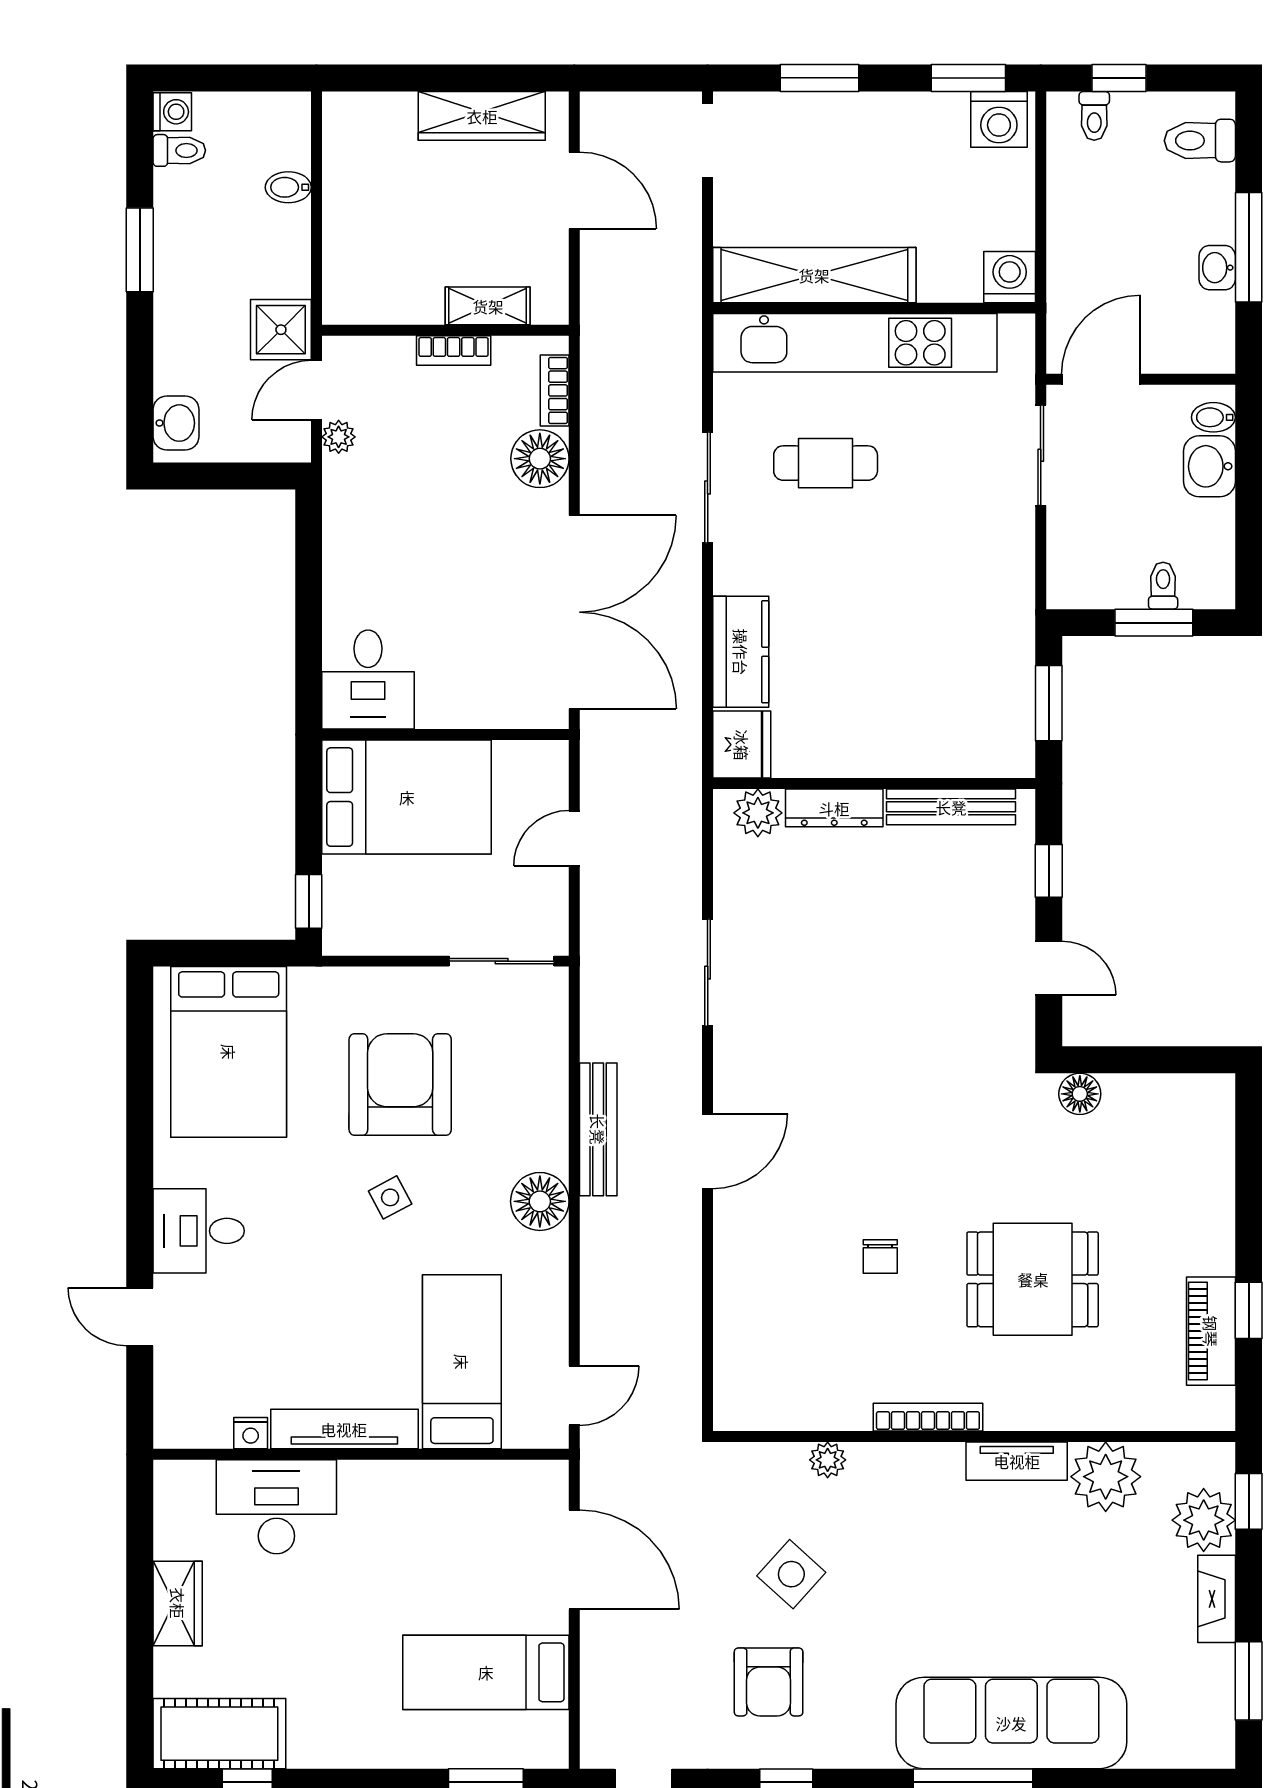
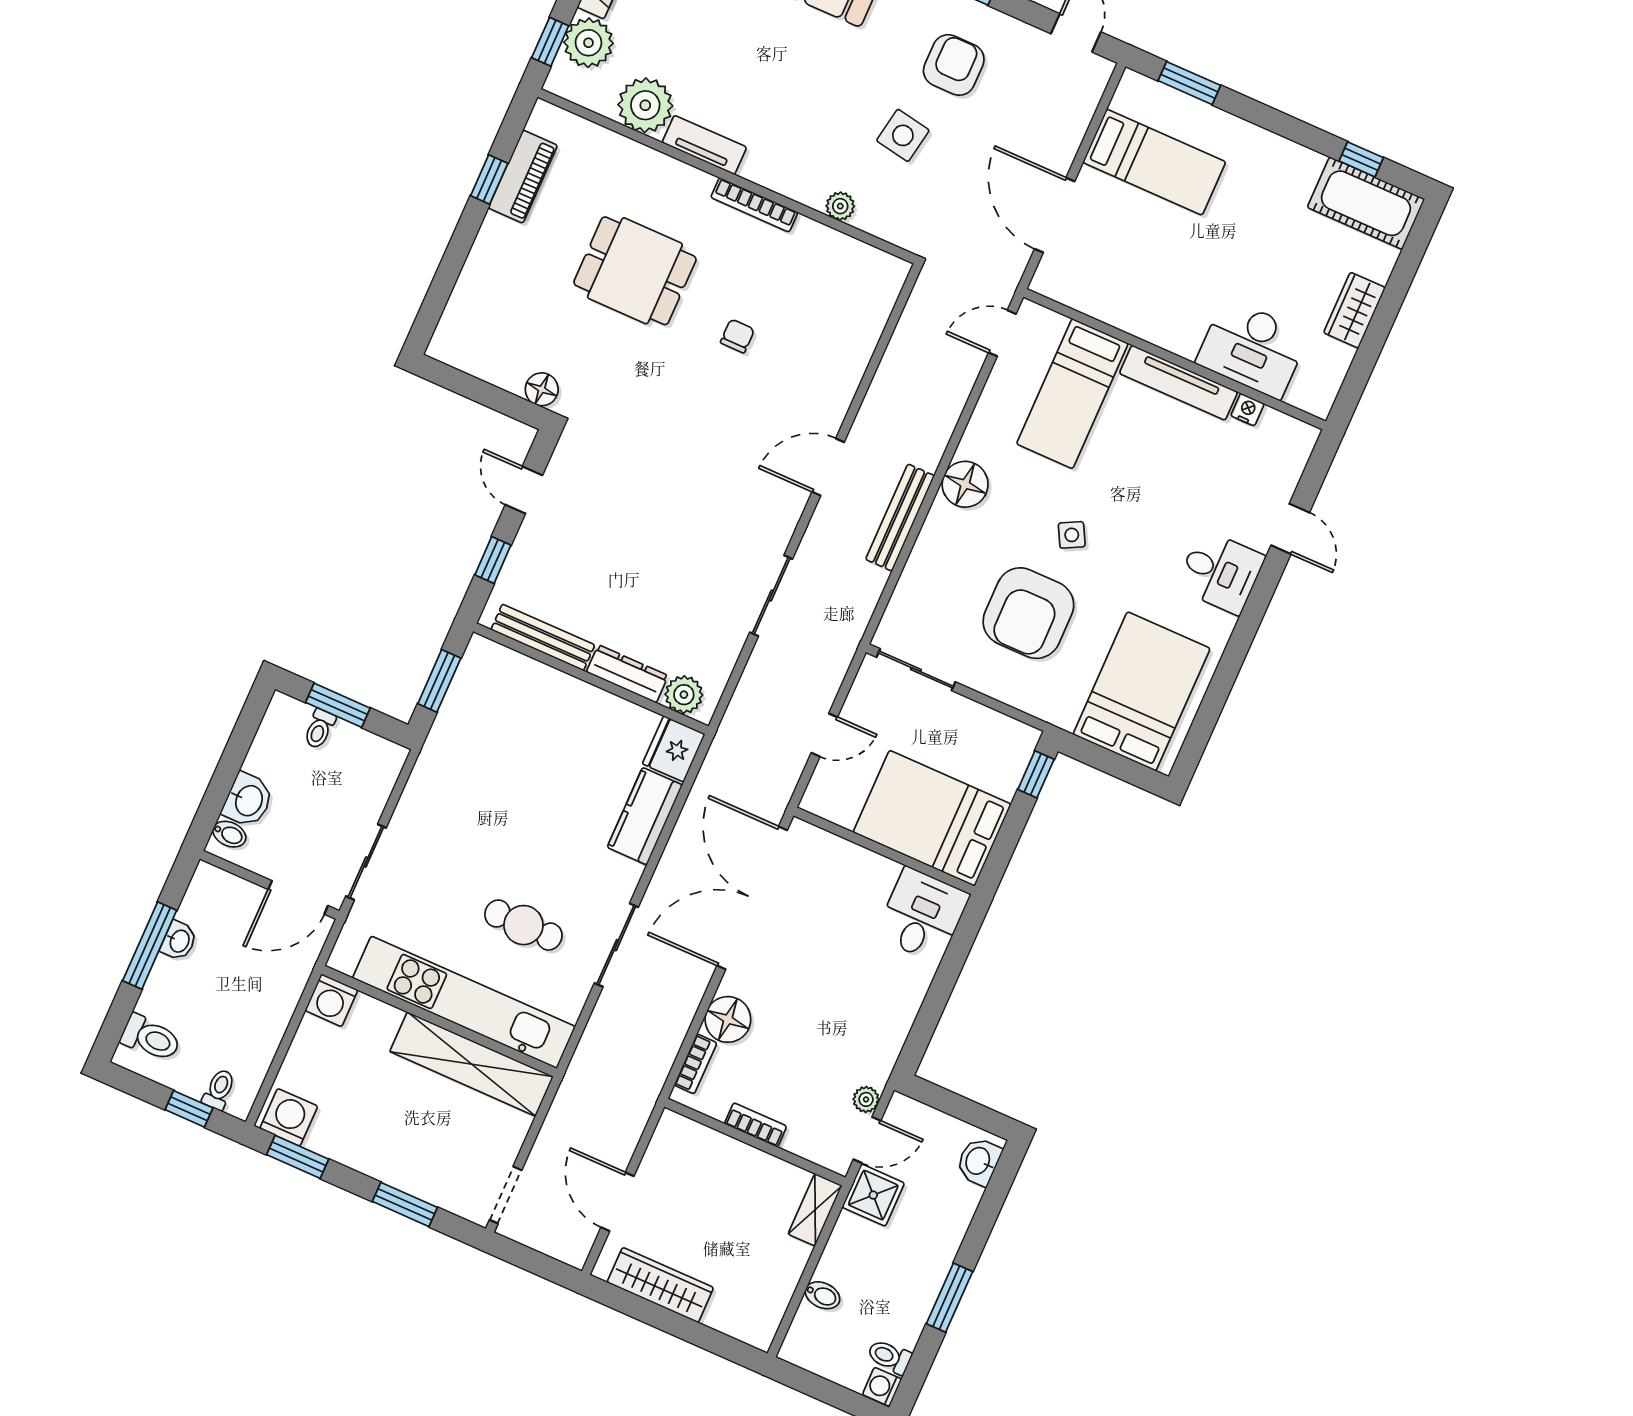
shelving: (488, 306) -> (815, 1210), moved, turned 90
side table: (791, 1574) -> (903, 135), turned -32

